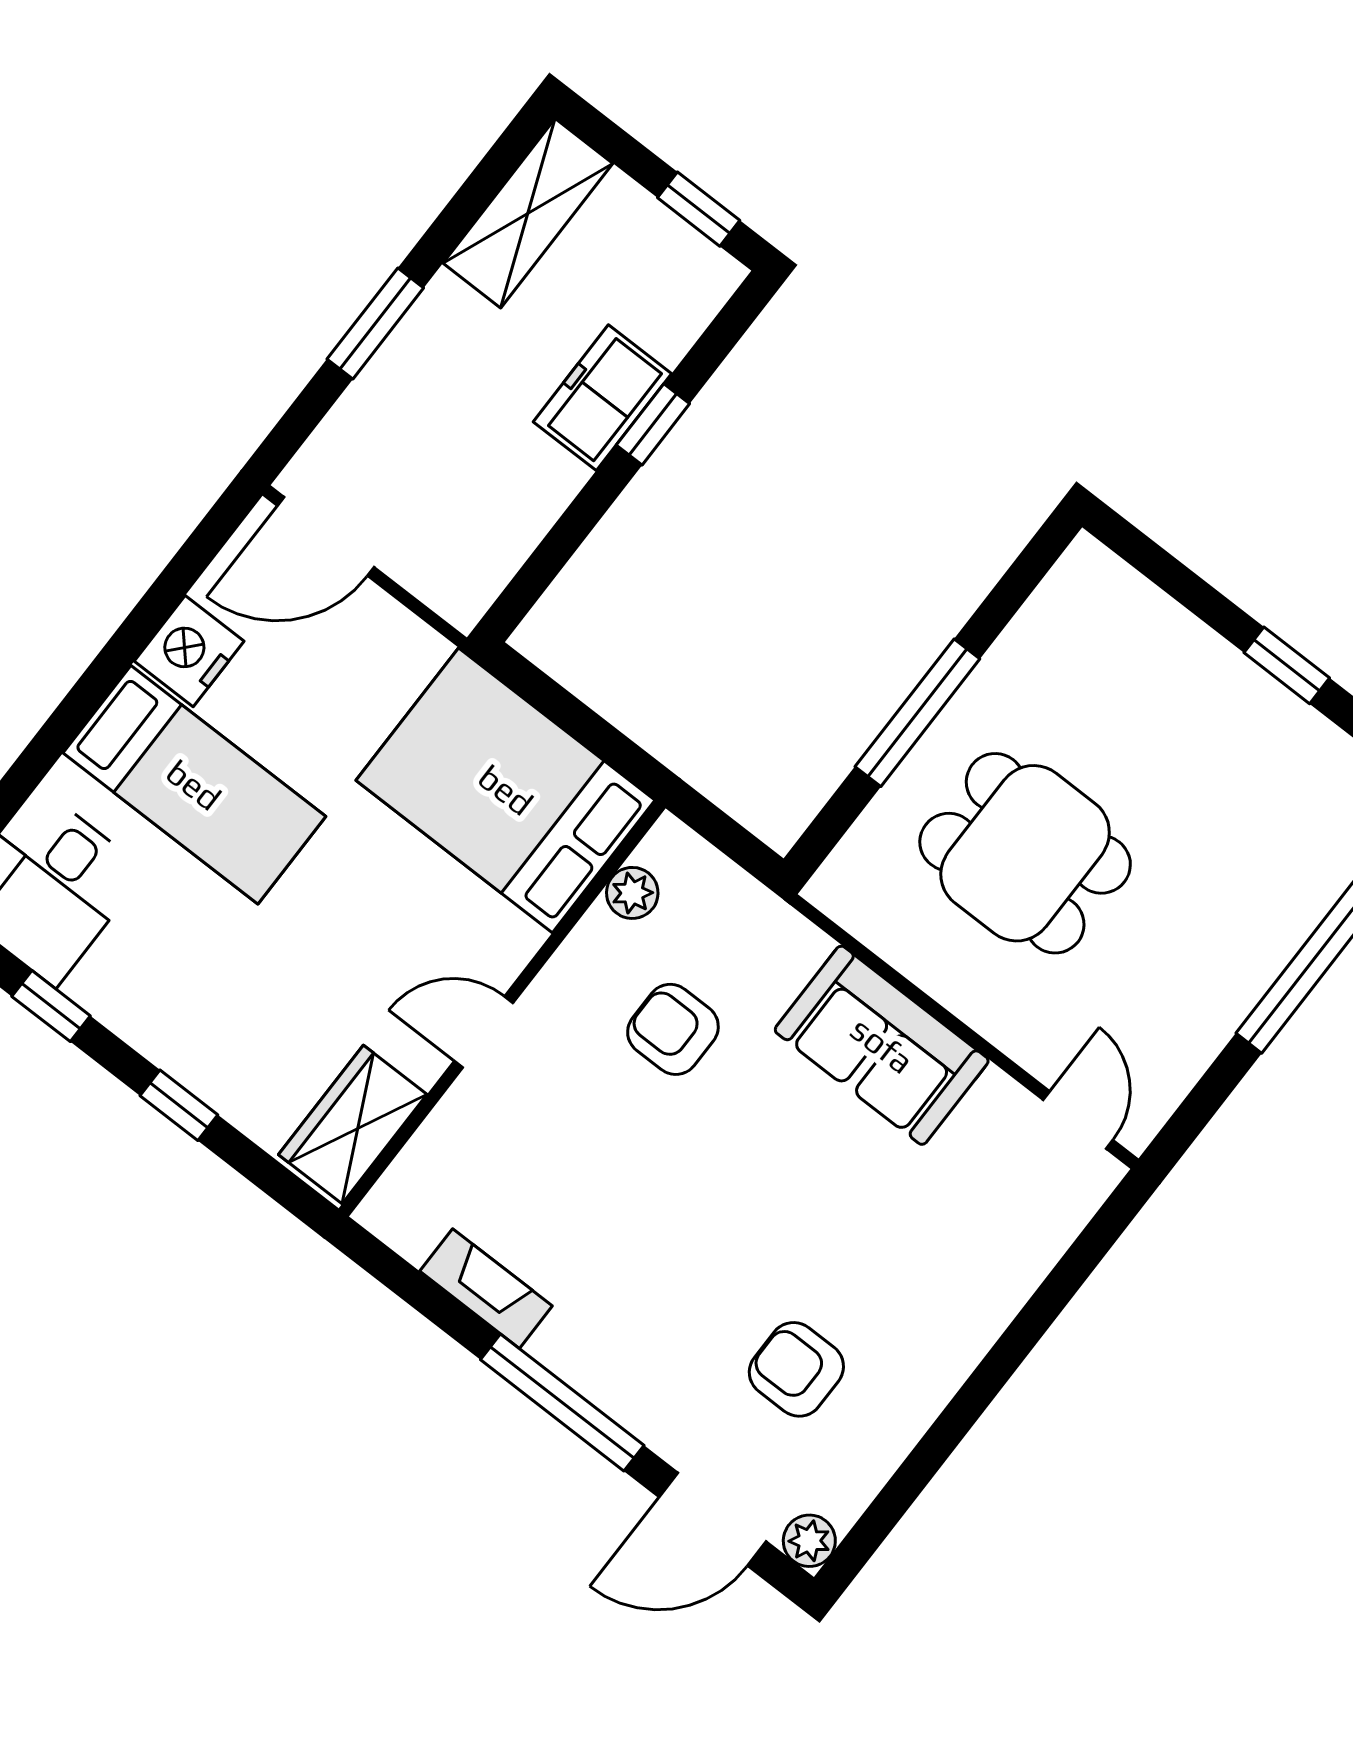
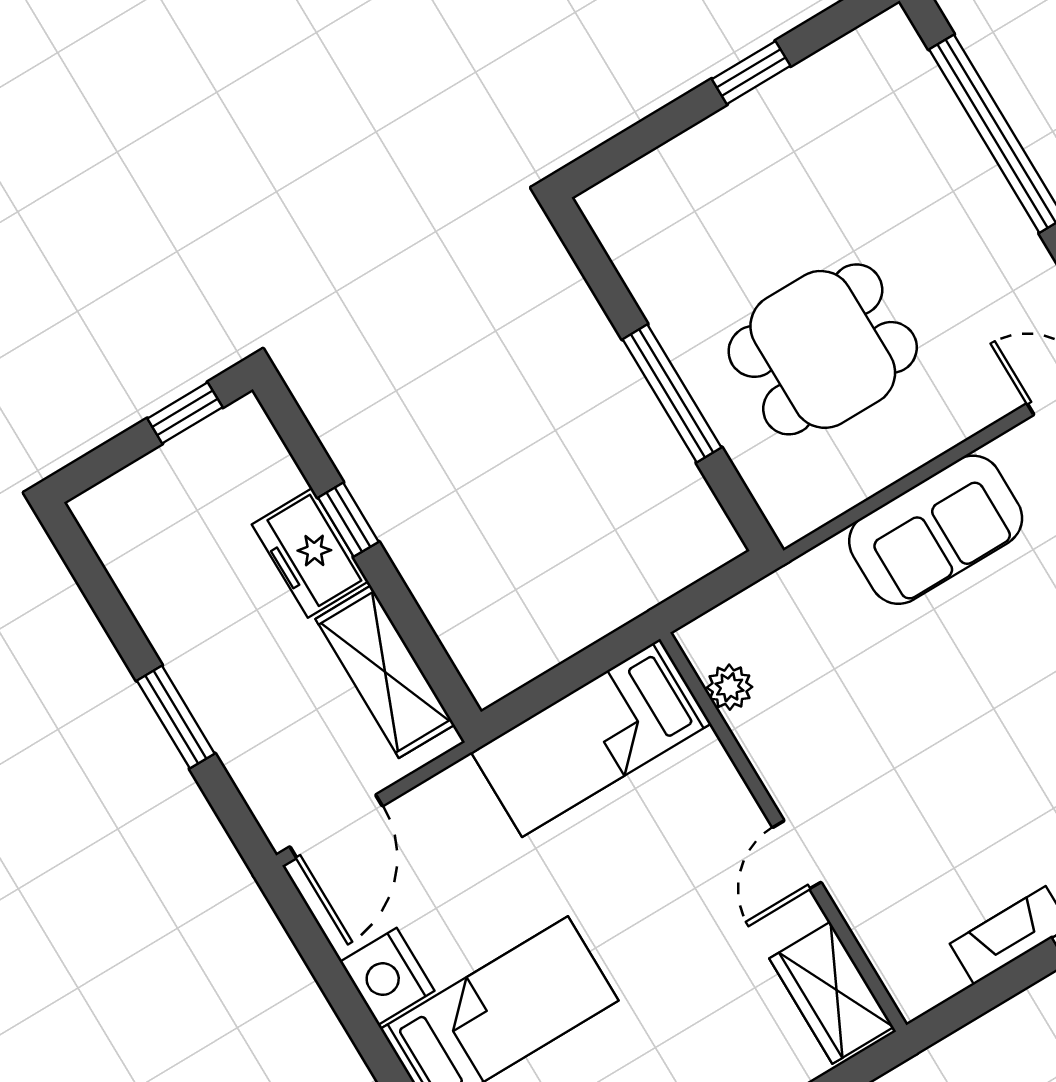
shelving: (528, 213) -> (385, 672), moved
bed: (506, 790) -> (591, 738), width x0.67
armchair: (673, 1029) -> (855, 697), removed

